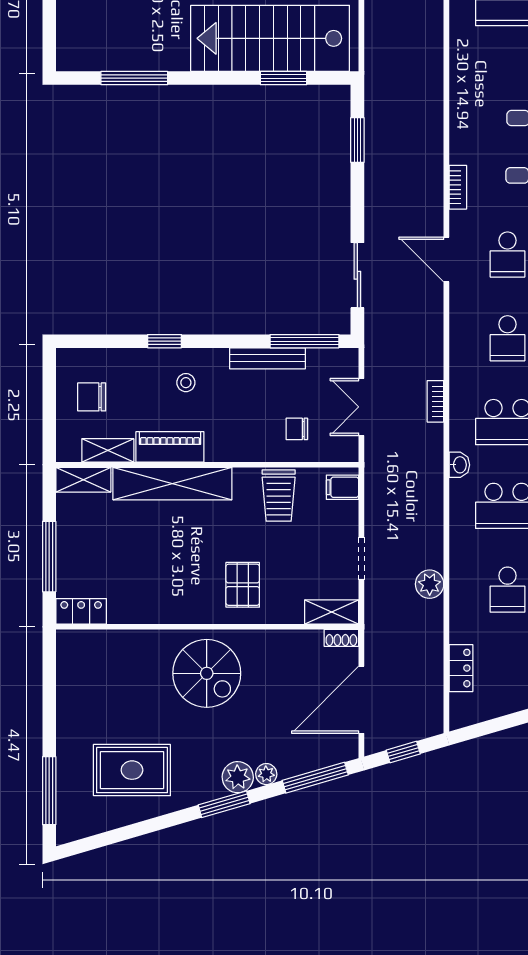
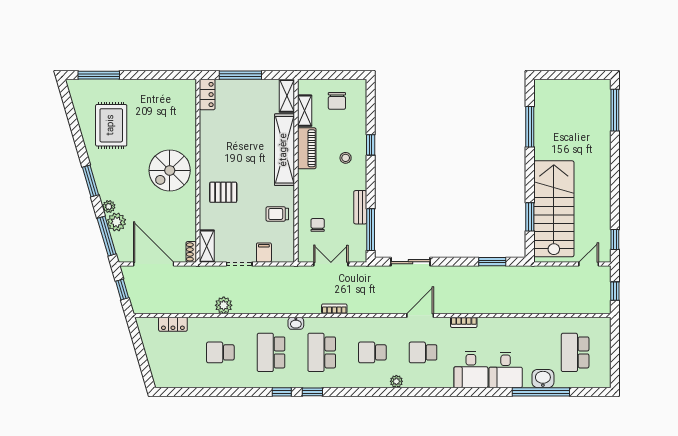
bench: (268, 358) -> (360, 207), width x0.73
chair: (92, 397) -> (337, 101), turned 180
filing cabinet: (342, 487) -> (264, 253), moved
trolley: (279, 496) -> (277, 214), width x0.73, depth x0.72
plant: (238, 777) -> (116, 222), moved

